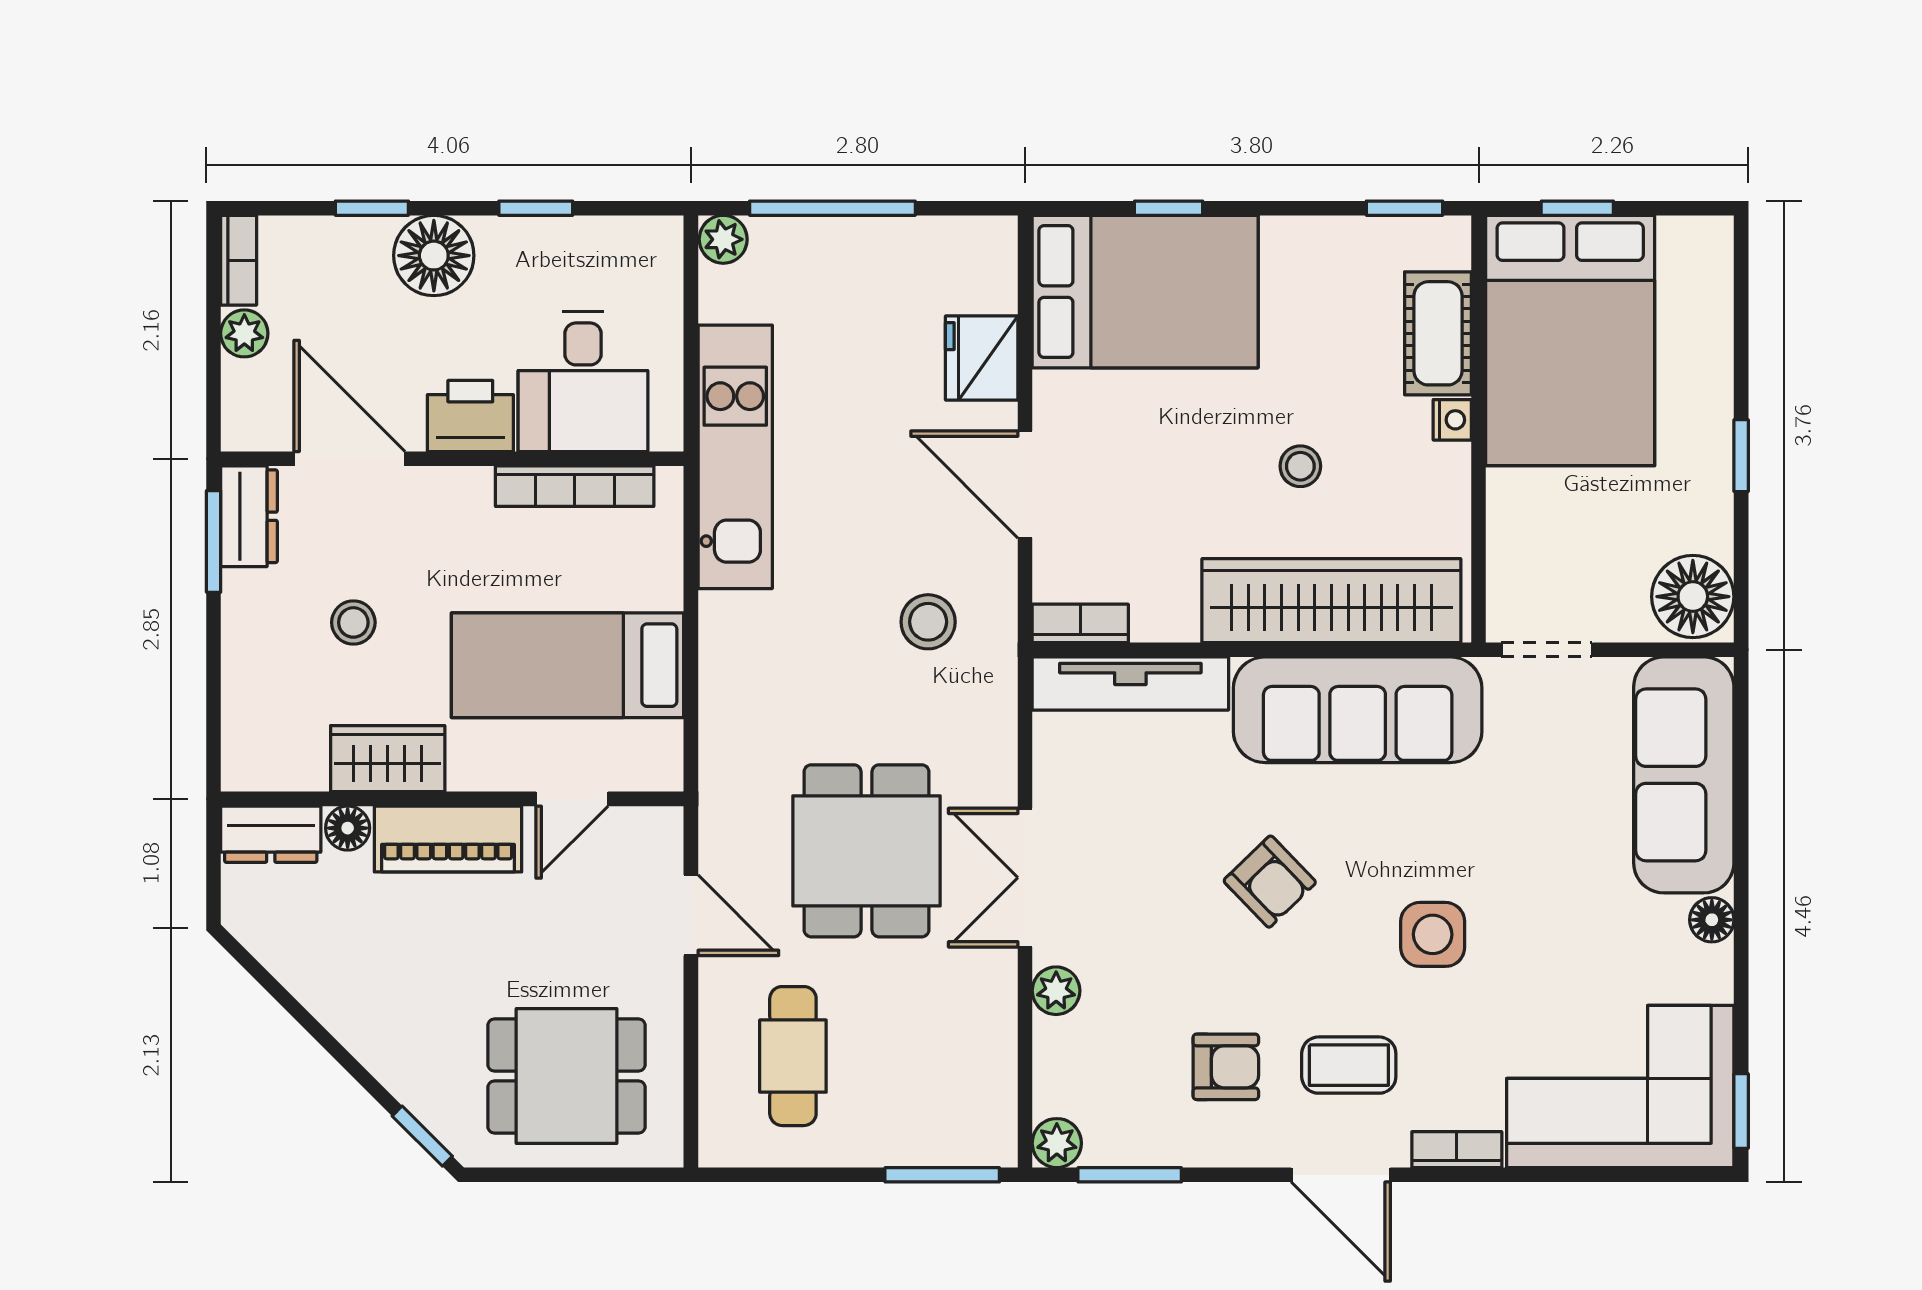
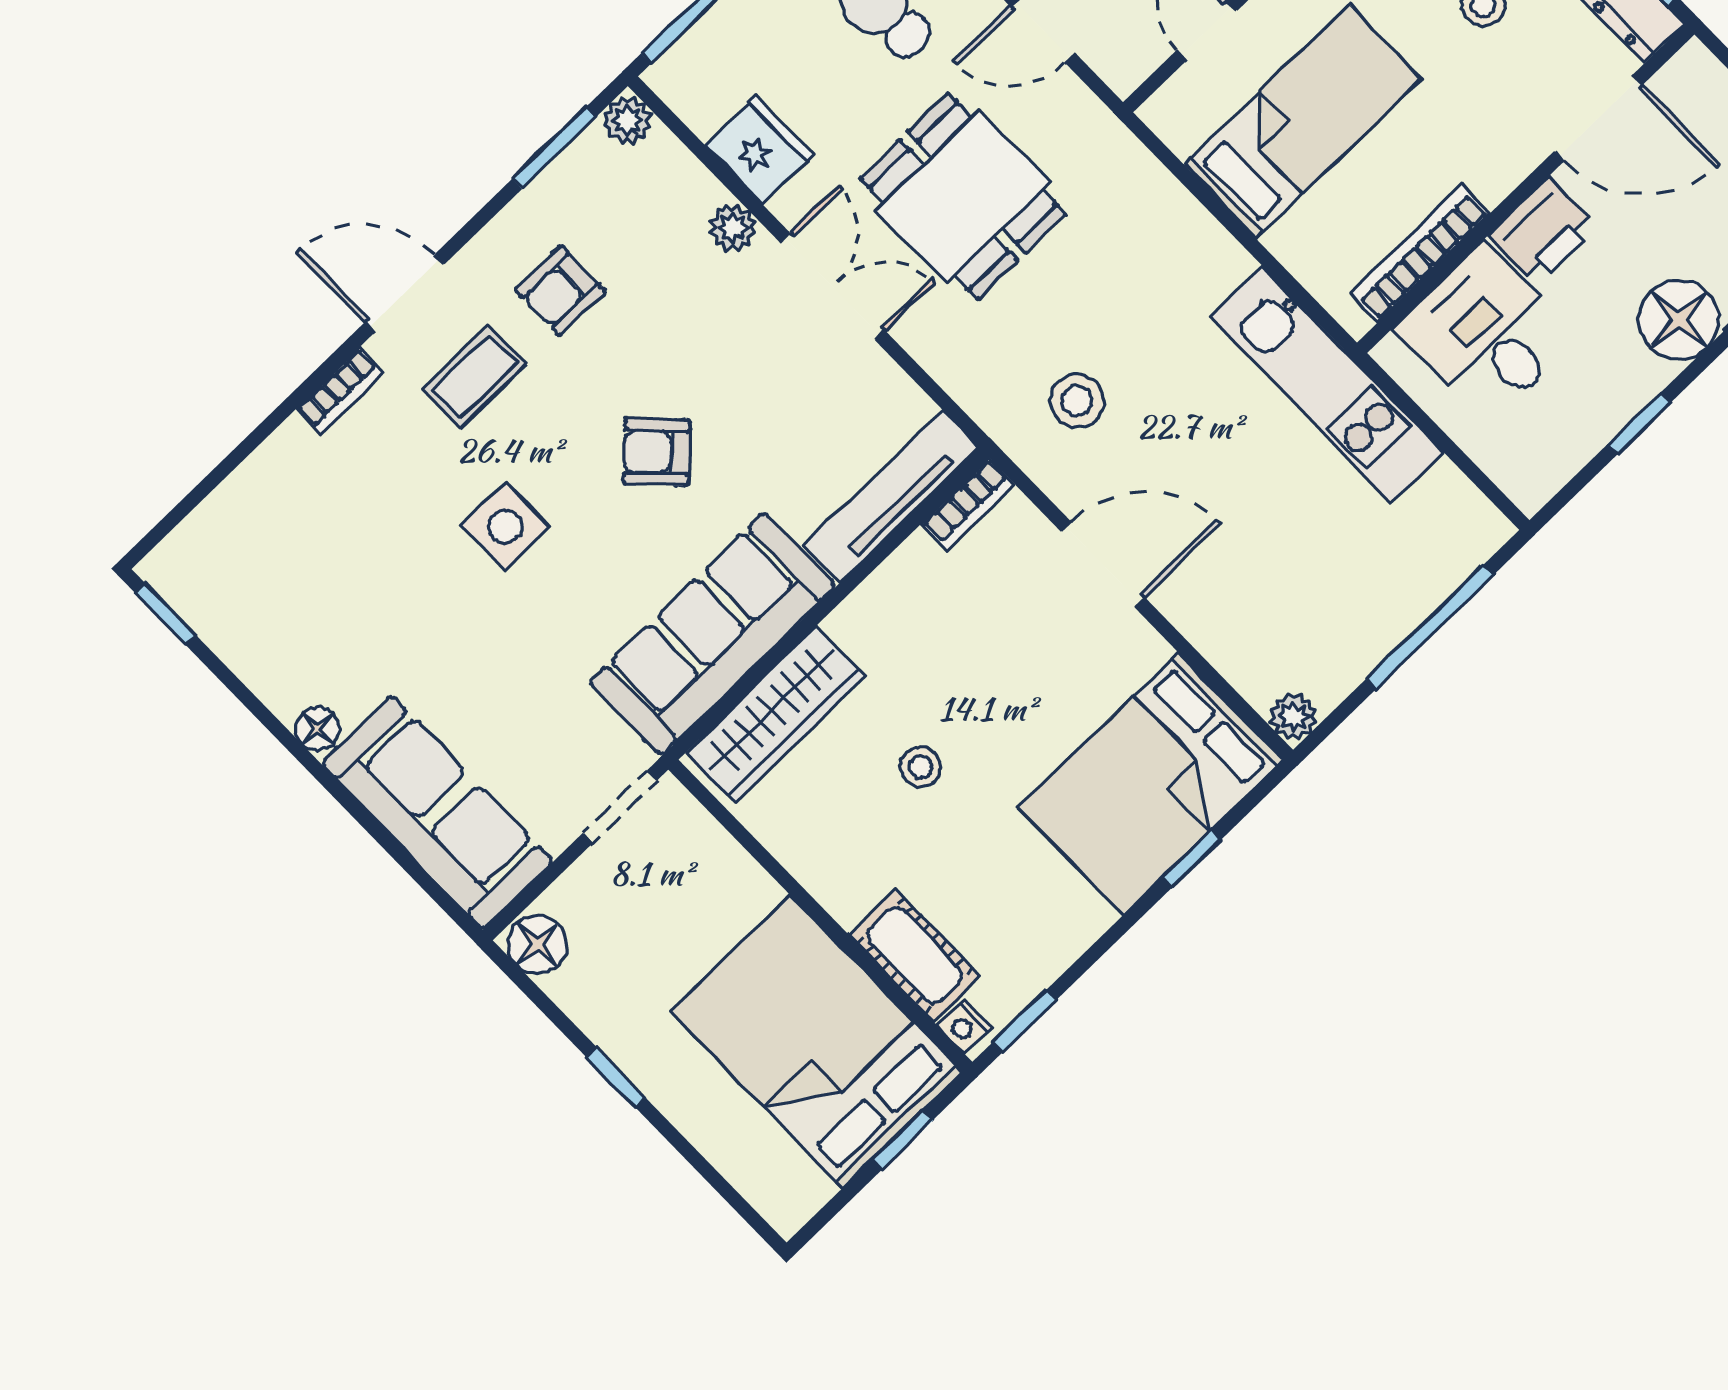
plant: (723, 239) -> (1294, 717), moved
fridge: (982, 358) -> (759, 150), moved
nightstand: (1452, 420) -> (964, 1027), moved
floor lamp: (1693, 597) -> (538, 944), width x0.73, depth x0.73
wardrobe: (1331, 601) -> (776, 714), width x0.71, depth x0.85
corner sofa: (1620, 1087) -> (268, 548), removed

